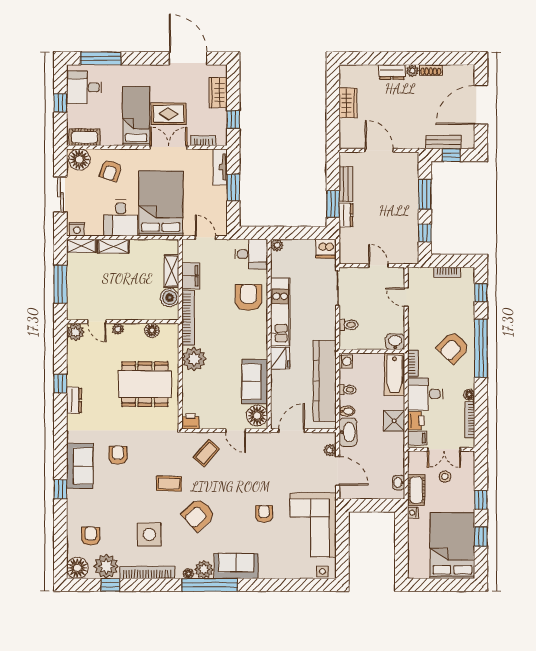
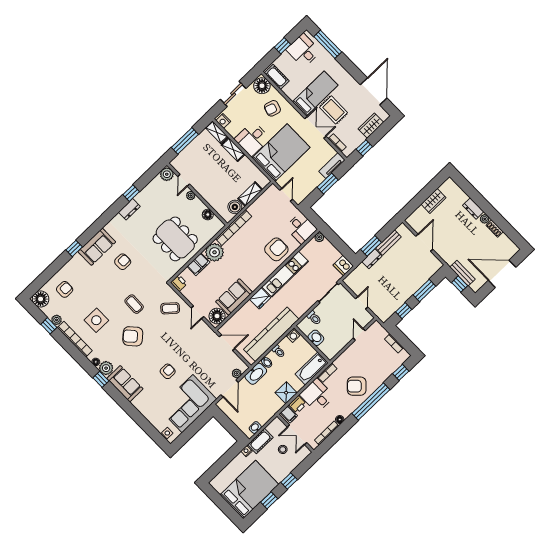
filing cabinet: (191, 276) -> (198, 264), moved
washbasin: (395, 342) -> (316, 338), moved
plant: (106, 566) -> (56, 320), width x0.53, depth x0.53
window: (210, 585) -> (101, 379), width x0.32

